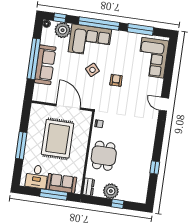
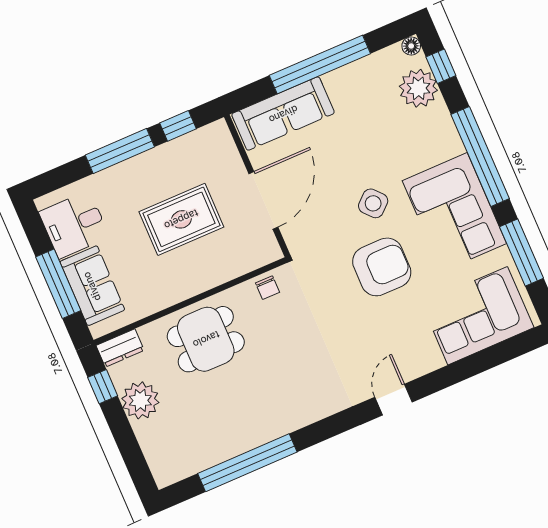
corner sofa: (90, 41) -> (454, 212), moved
sofa: (45, 65) -> (283, 114), moved
armchair: (116, 80) -> (382, 267), width x1.88, depth x1.88
window: (25, 120) -> (178, 126), added
rug: (58, 139) -> (181, 219), width x0.73, depth x0.69
window: (155, 168) -> (247, 463), width x3.17
window: (117, 204) -> (103, 387), moved

